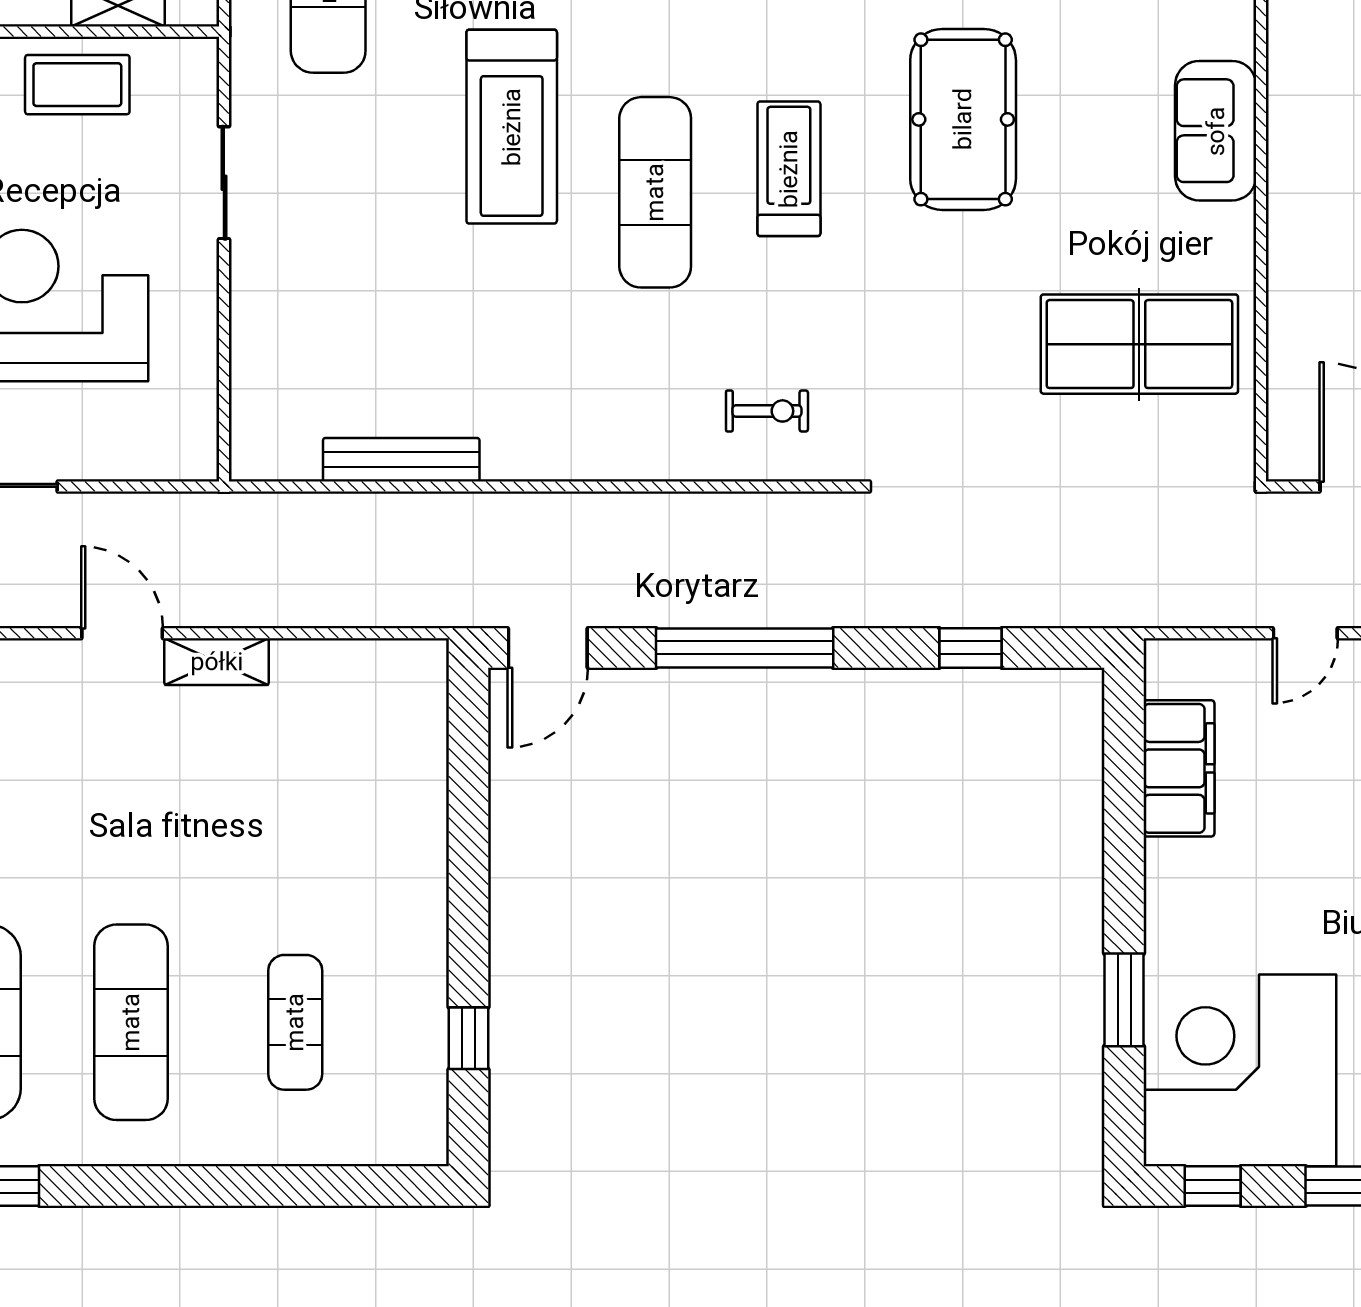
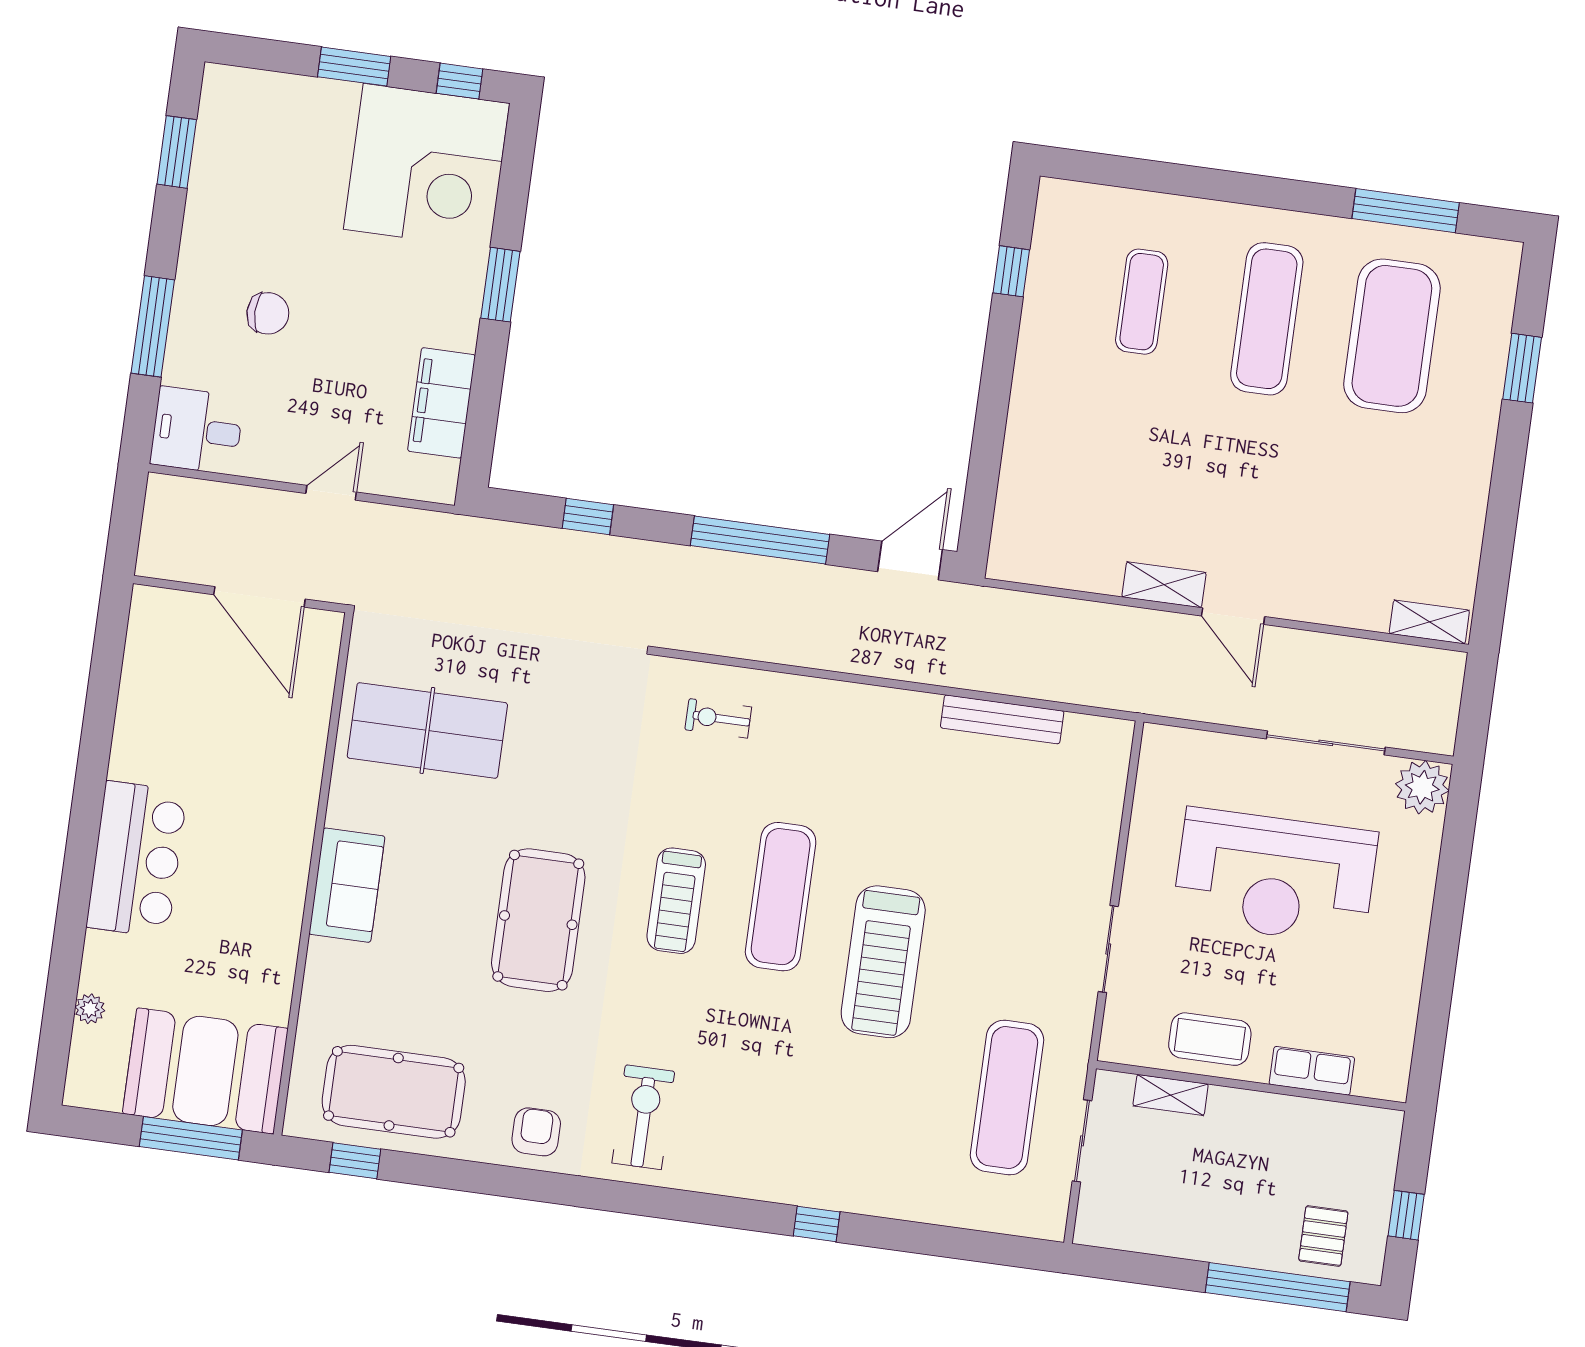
treadmill: (512, 127) -> (883, 962), turned 180
window: (1124, 1000) -> (500, 285), moved

